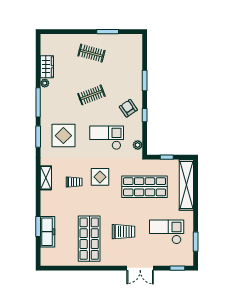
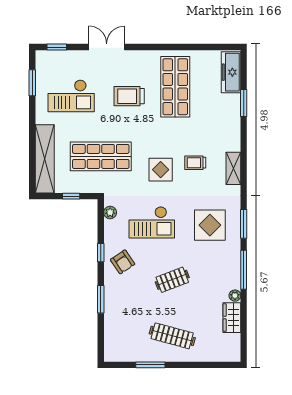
clothes rail: (91, 53) -> (172, 336), width x1.36
freezer: (48, 232) -> (231, 72), moved

